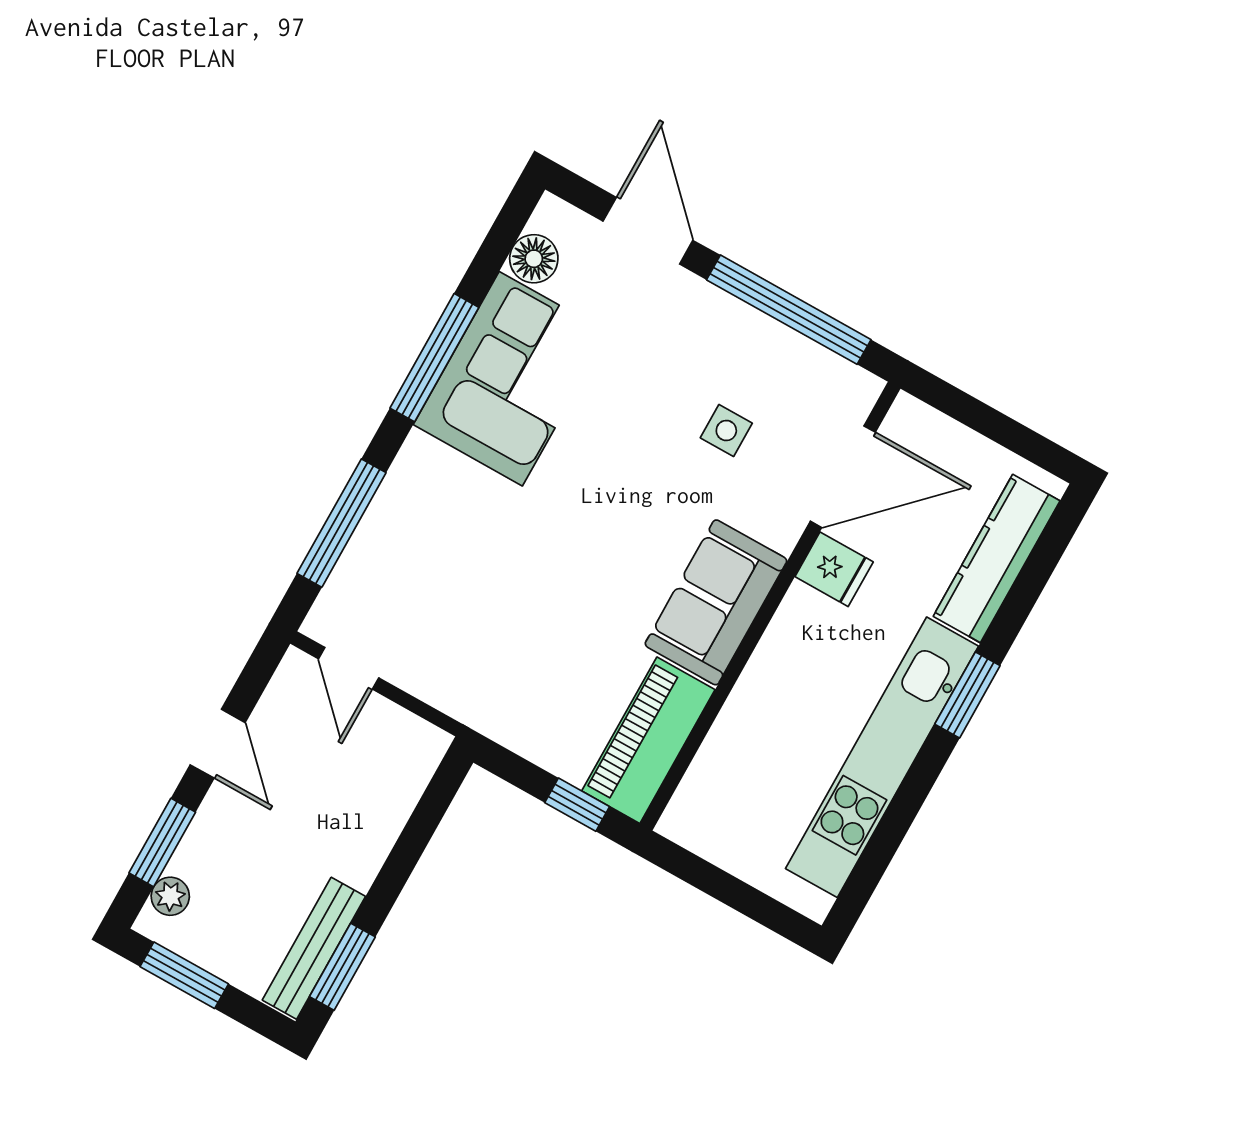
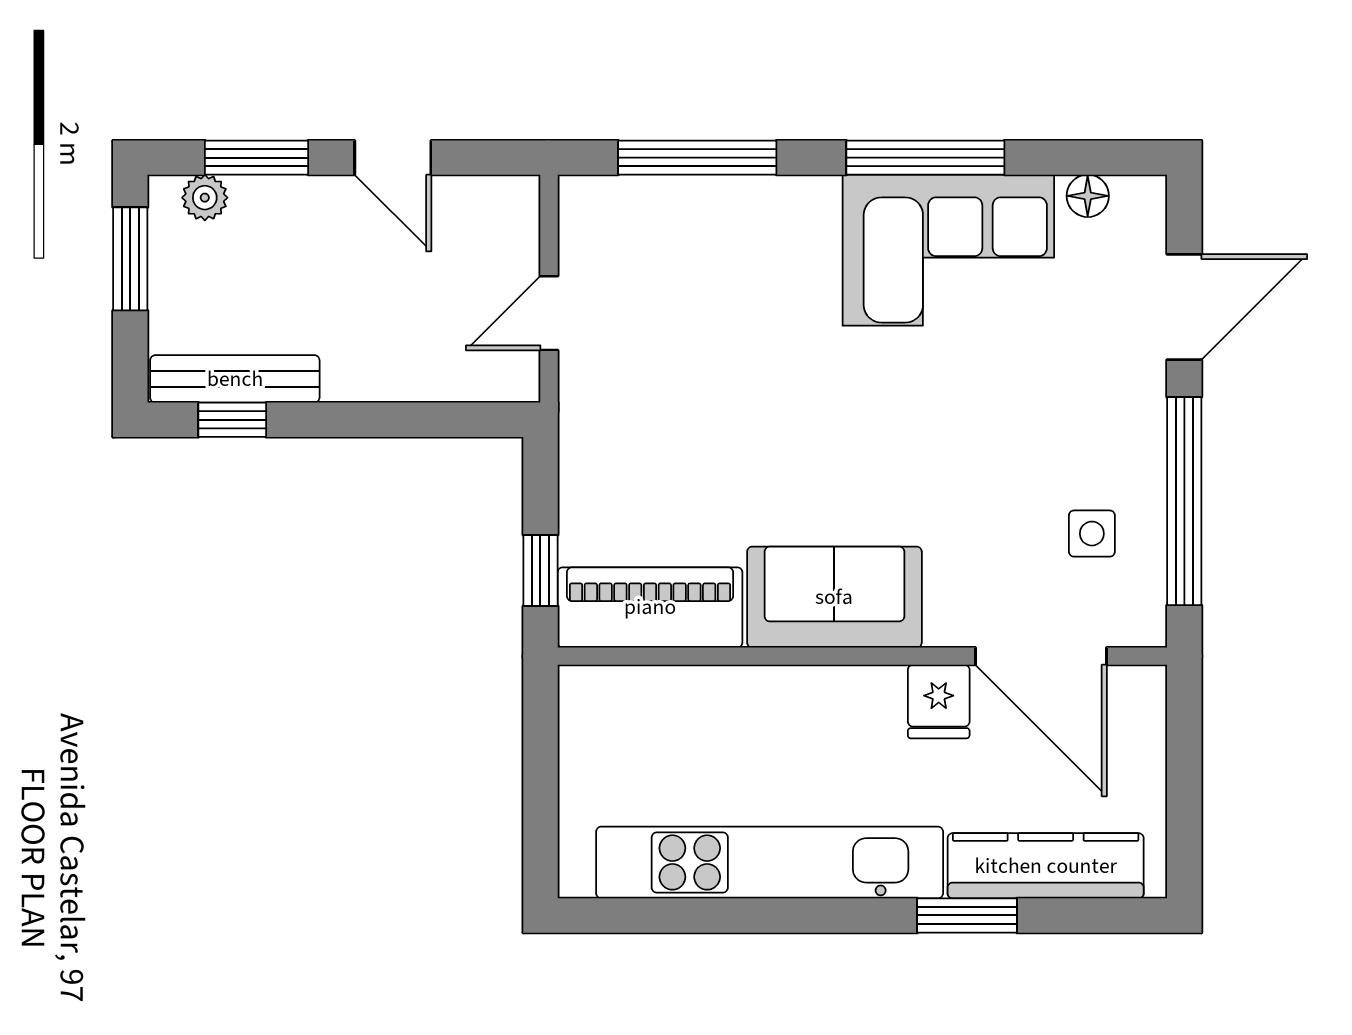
floor lamp: (534, 259) -> (1088, 196), width x0.73, depth x0.73
side table: (726, 430) -> (1092, 534), moved
door: (349, 668) -> (549, 313), moved
window: (967, 695) -> (967, 915), moved
door: (218, 744) -> (393, 158), hinge flipped
window: (342, 967) -> (232, 420), width x0.67

